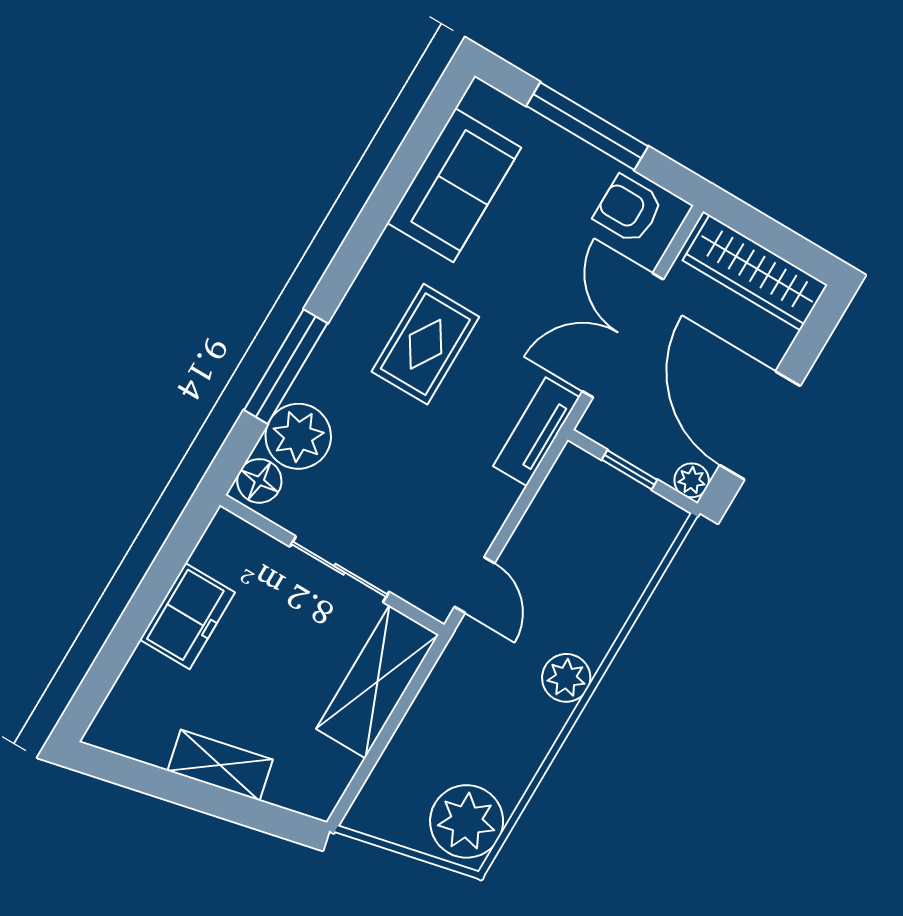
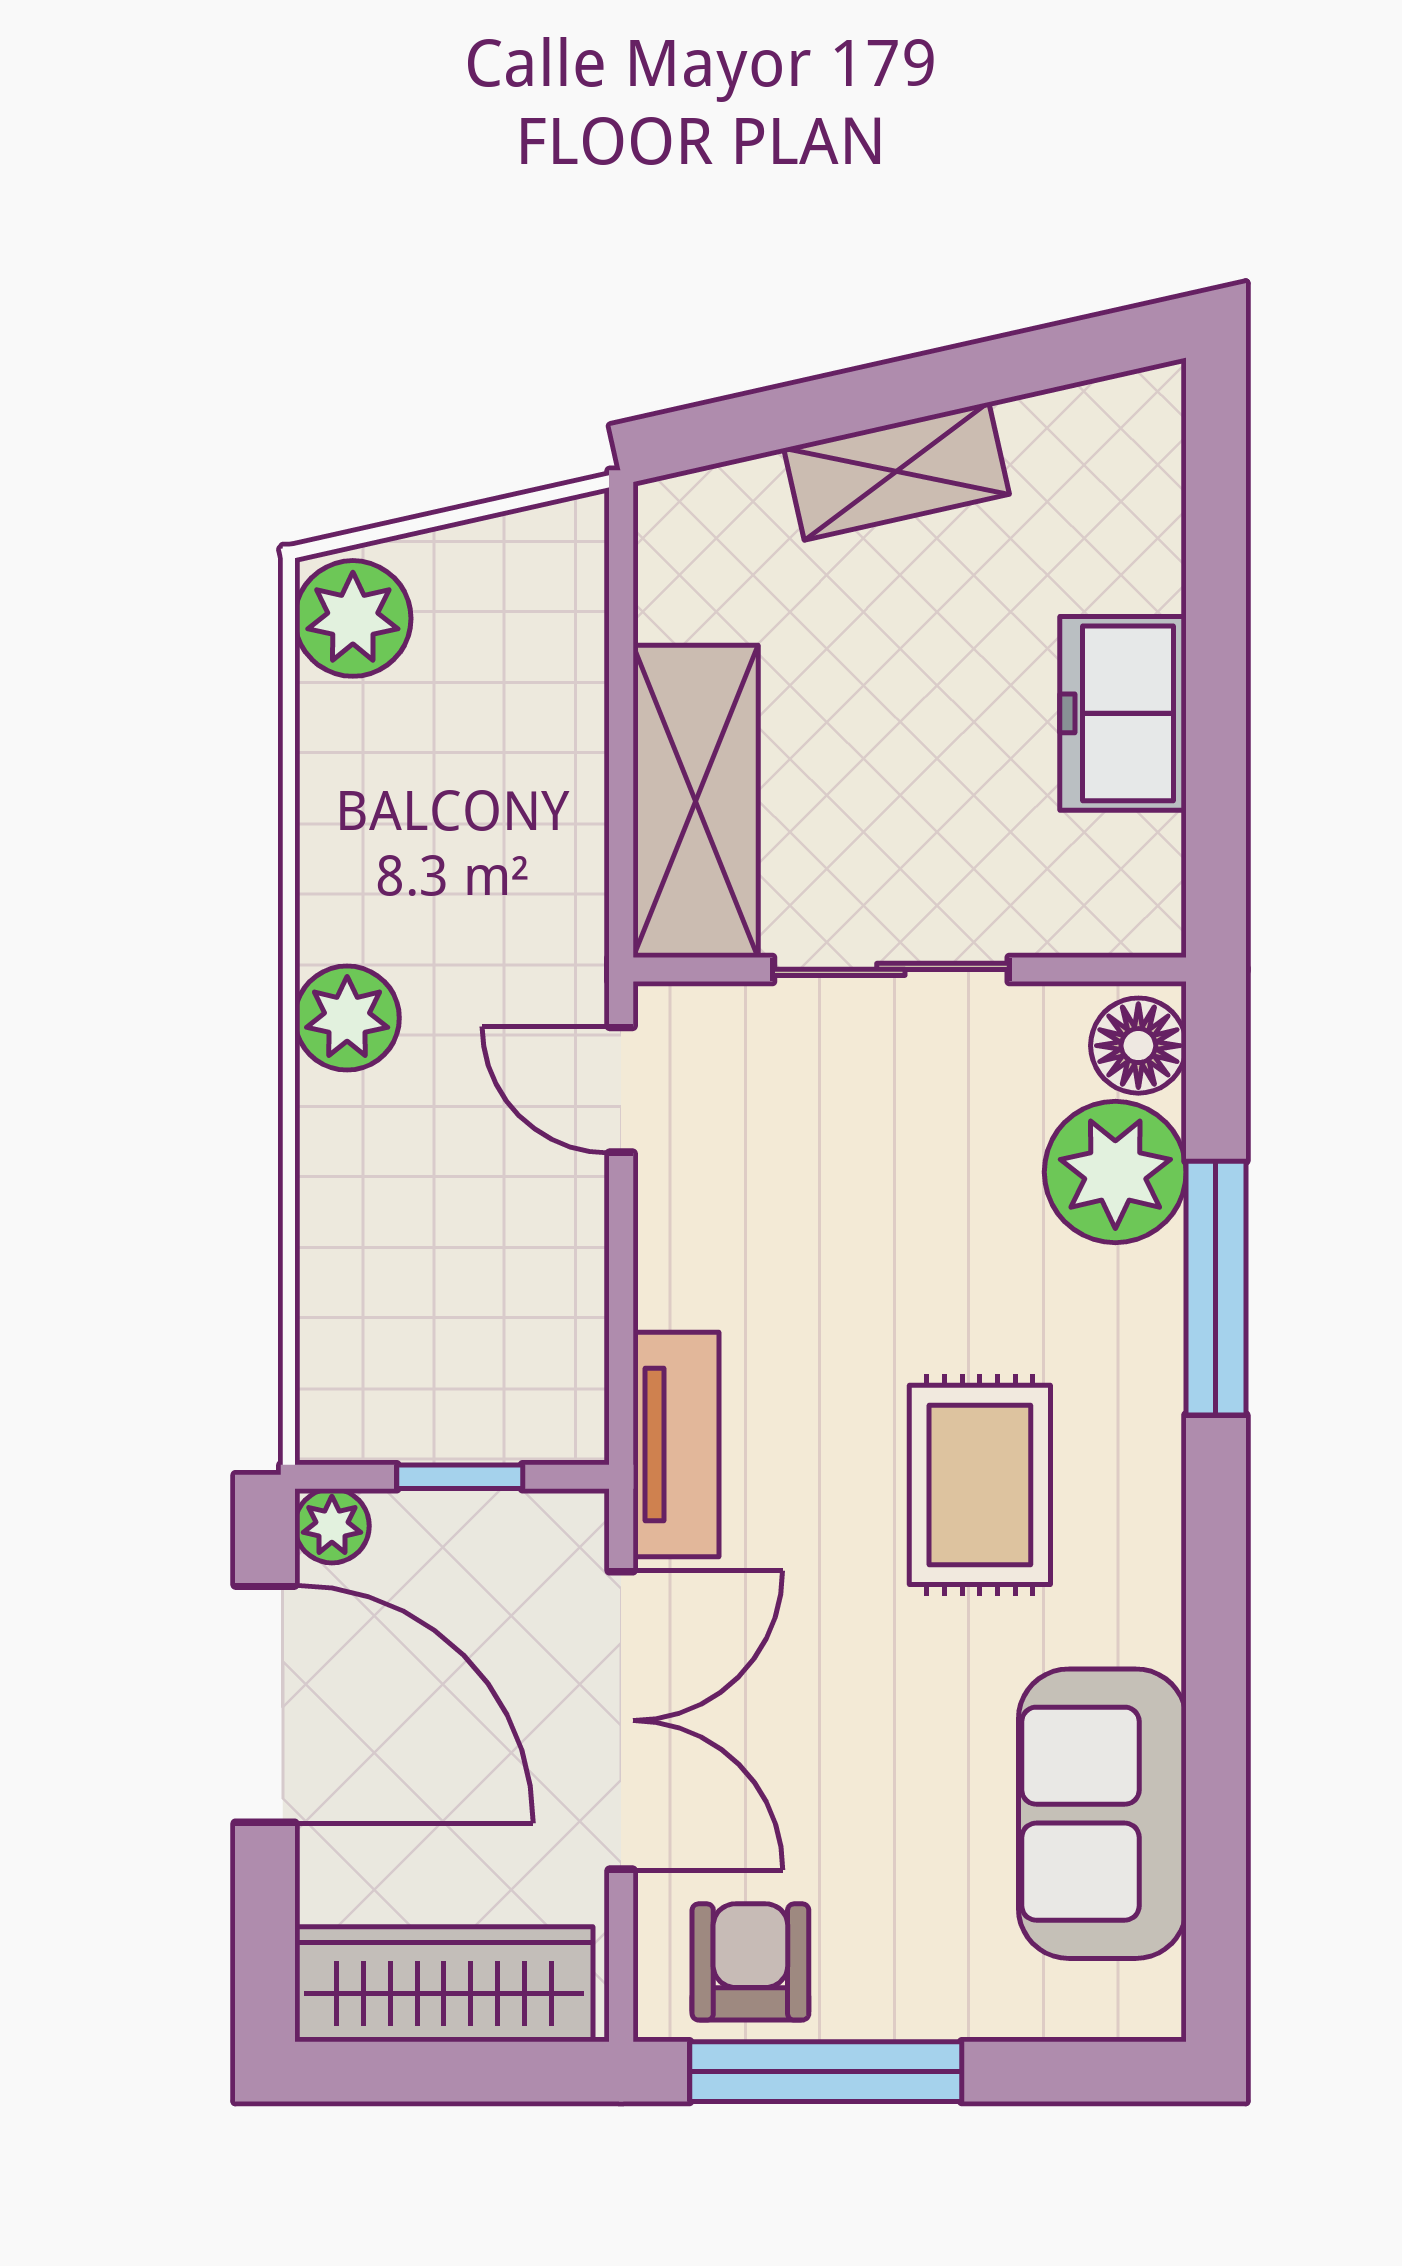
window: (587, 126) -> (826, 2072), moved
armchair: (628, 209) -> (750, 1962), turned -90
plant: (467, 821) -> (353, 618), width x0.73, depth x0.73

